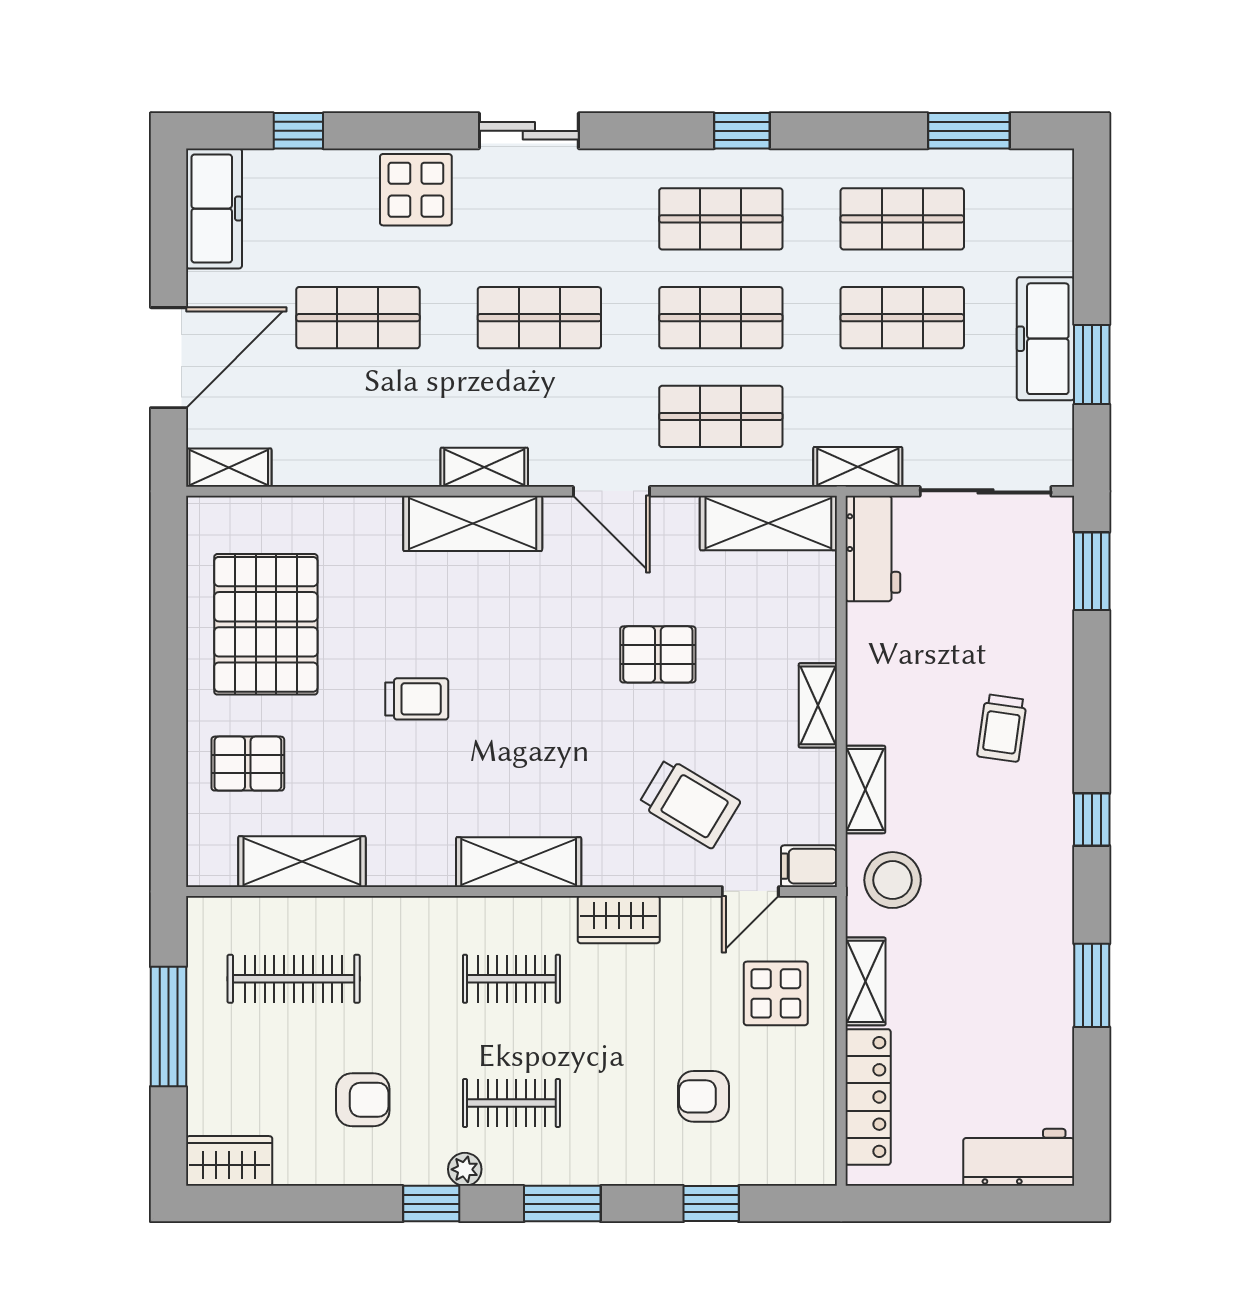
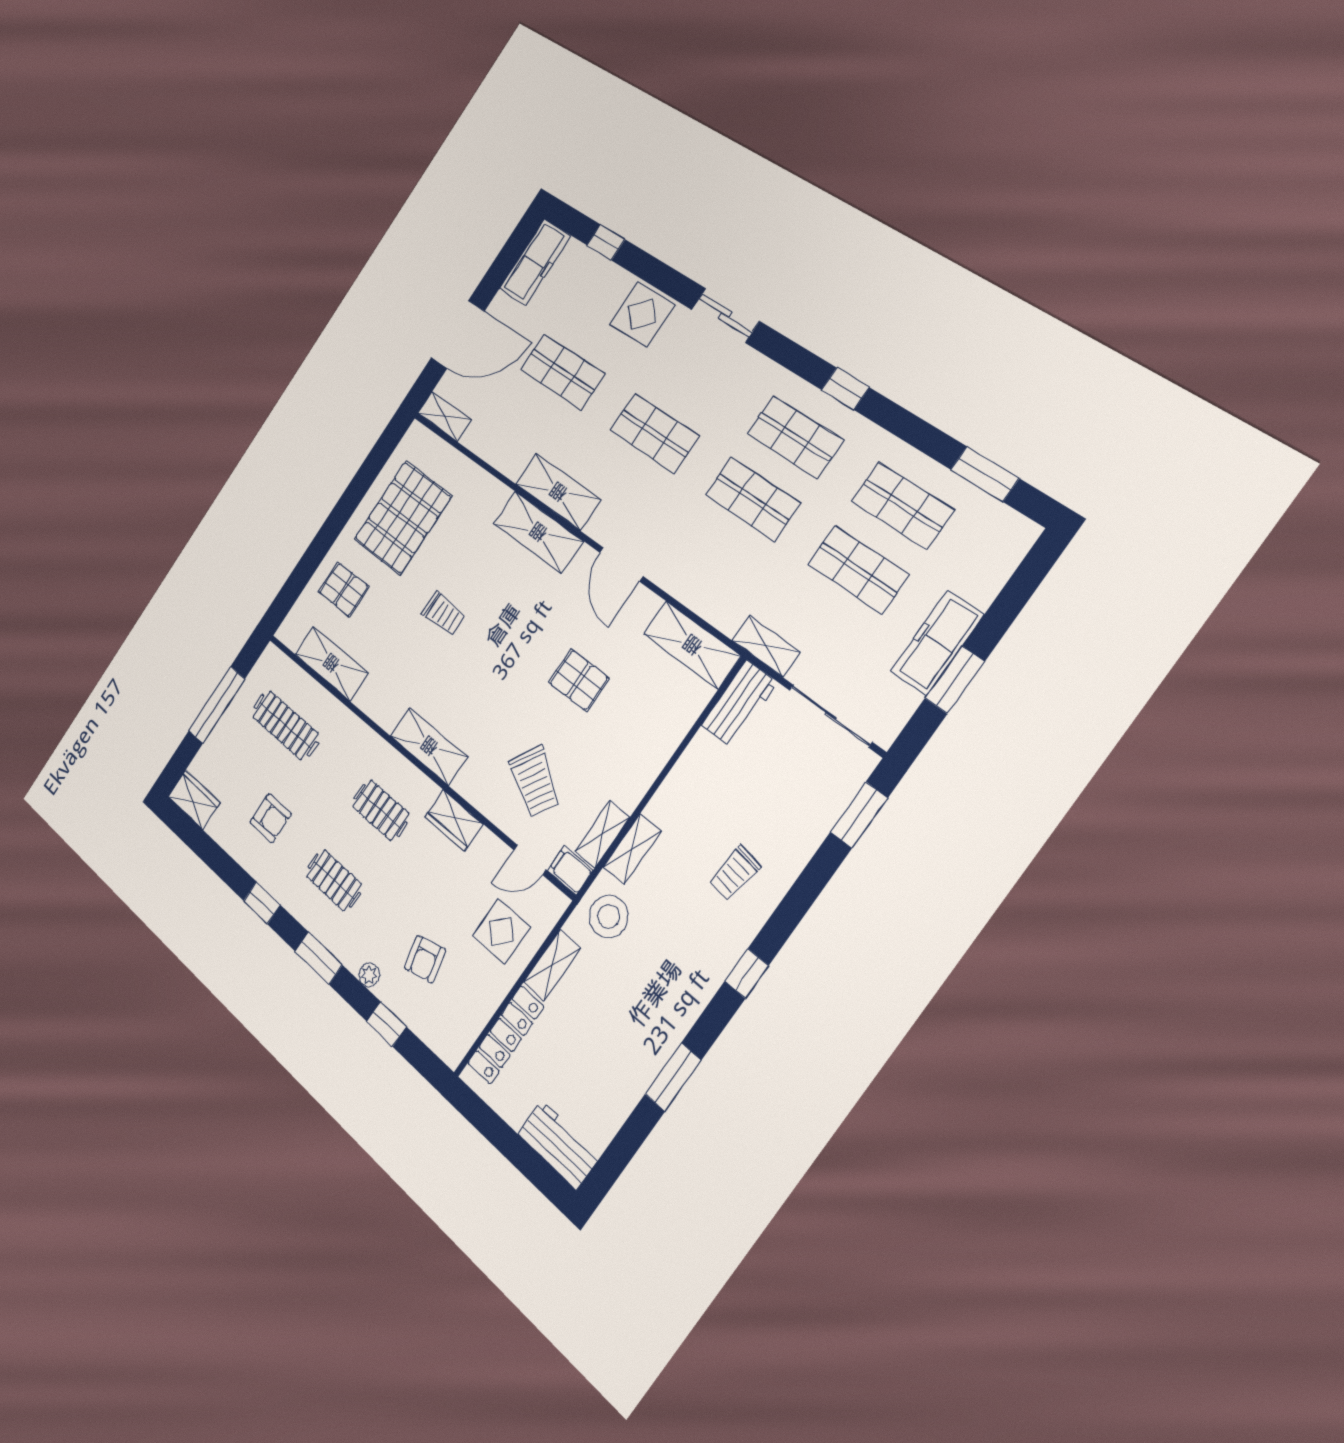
shop shelf: (721, 416) -> (711, 560), removed
shelving: (484, 467) -> (558, 492), width x1.50, depth x1.33
shelving: (818, 705) -> (602, 834), moved
armchair: (703, 1096) -> (425, 959), turned -104
plant: (465, 1169) -> (369, 975), moved

